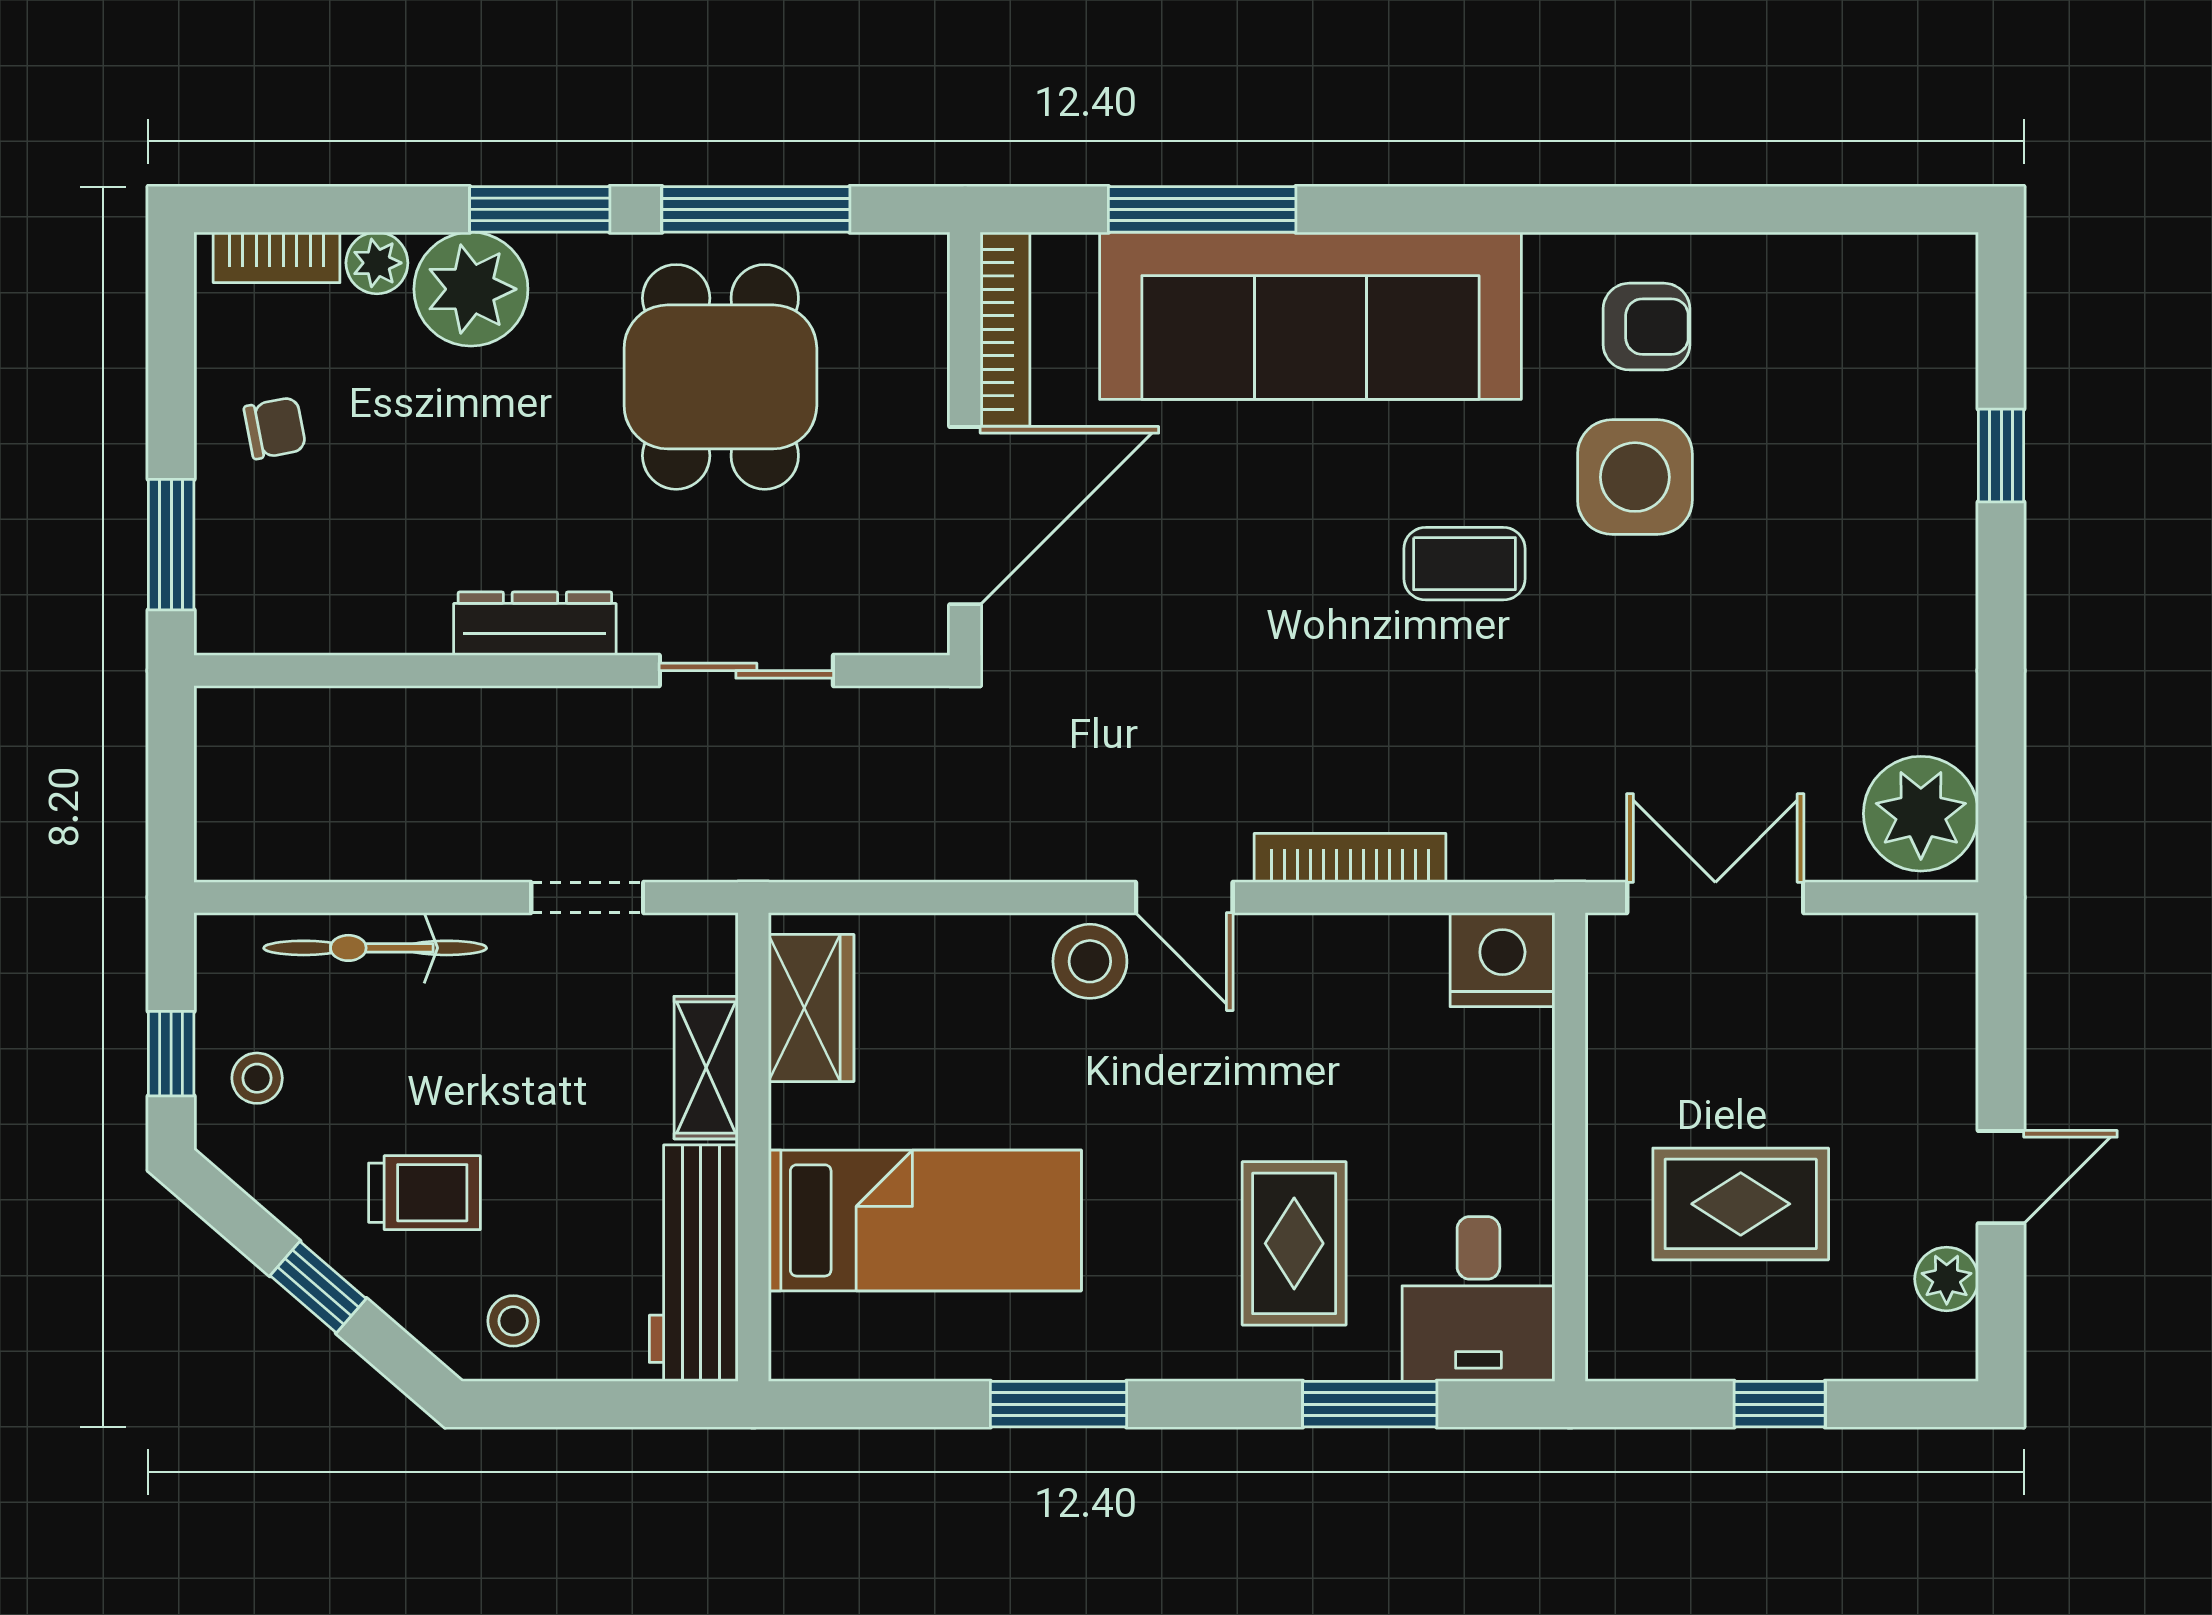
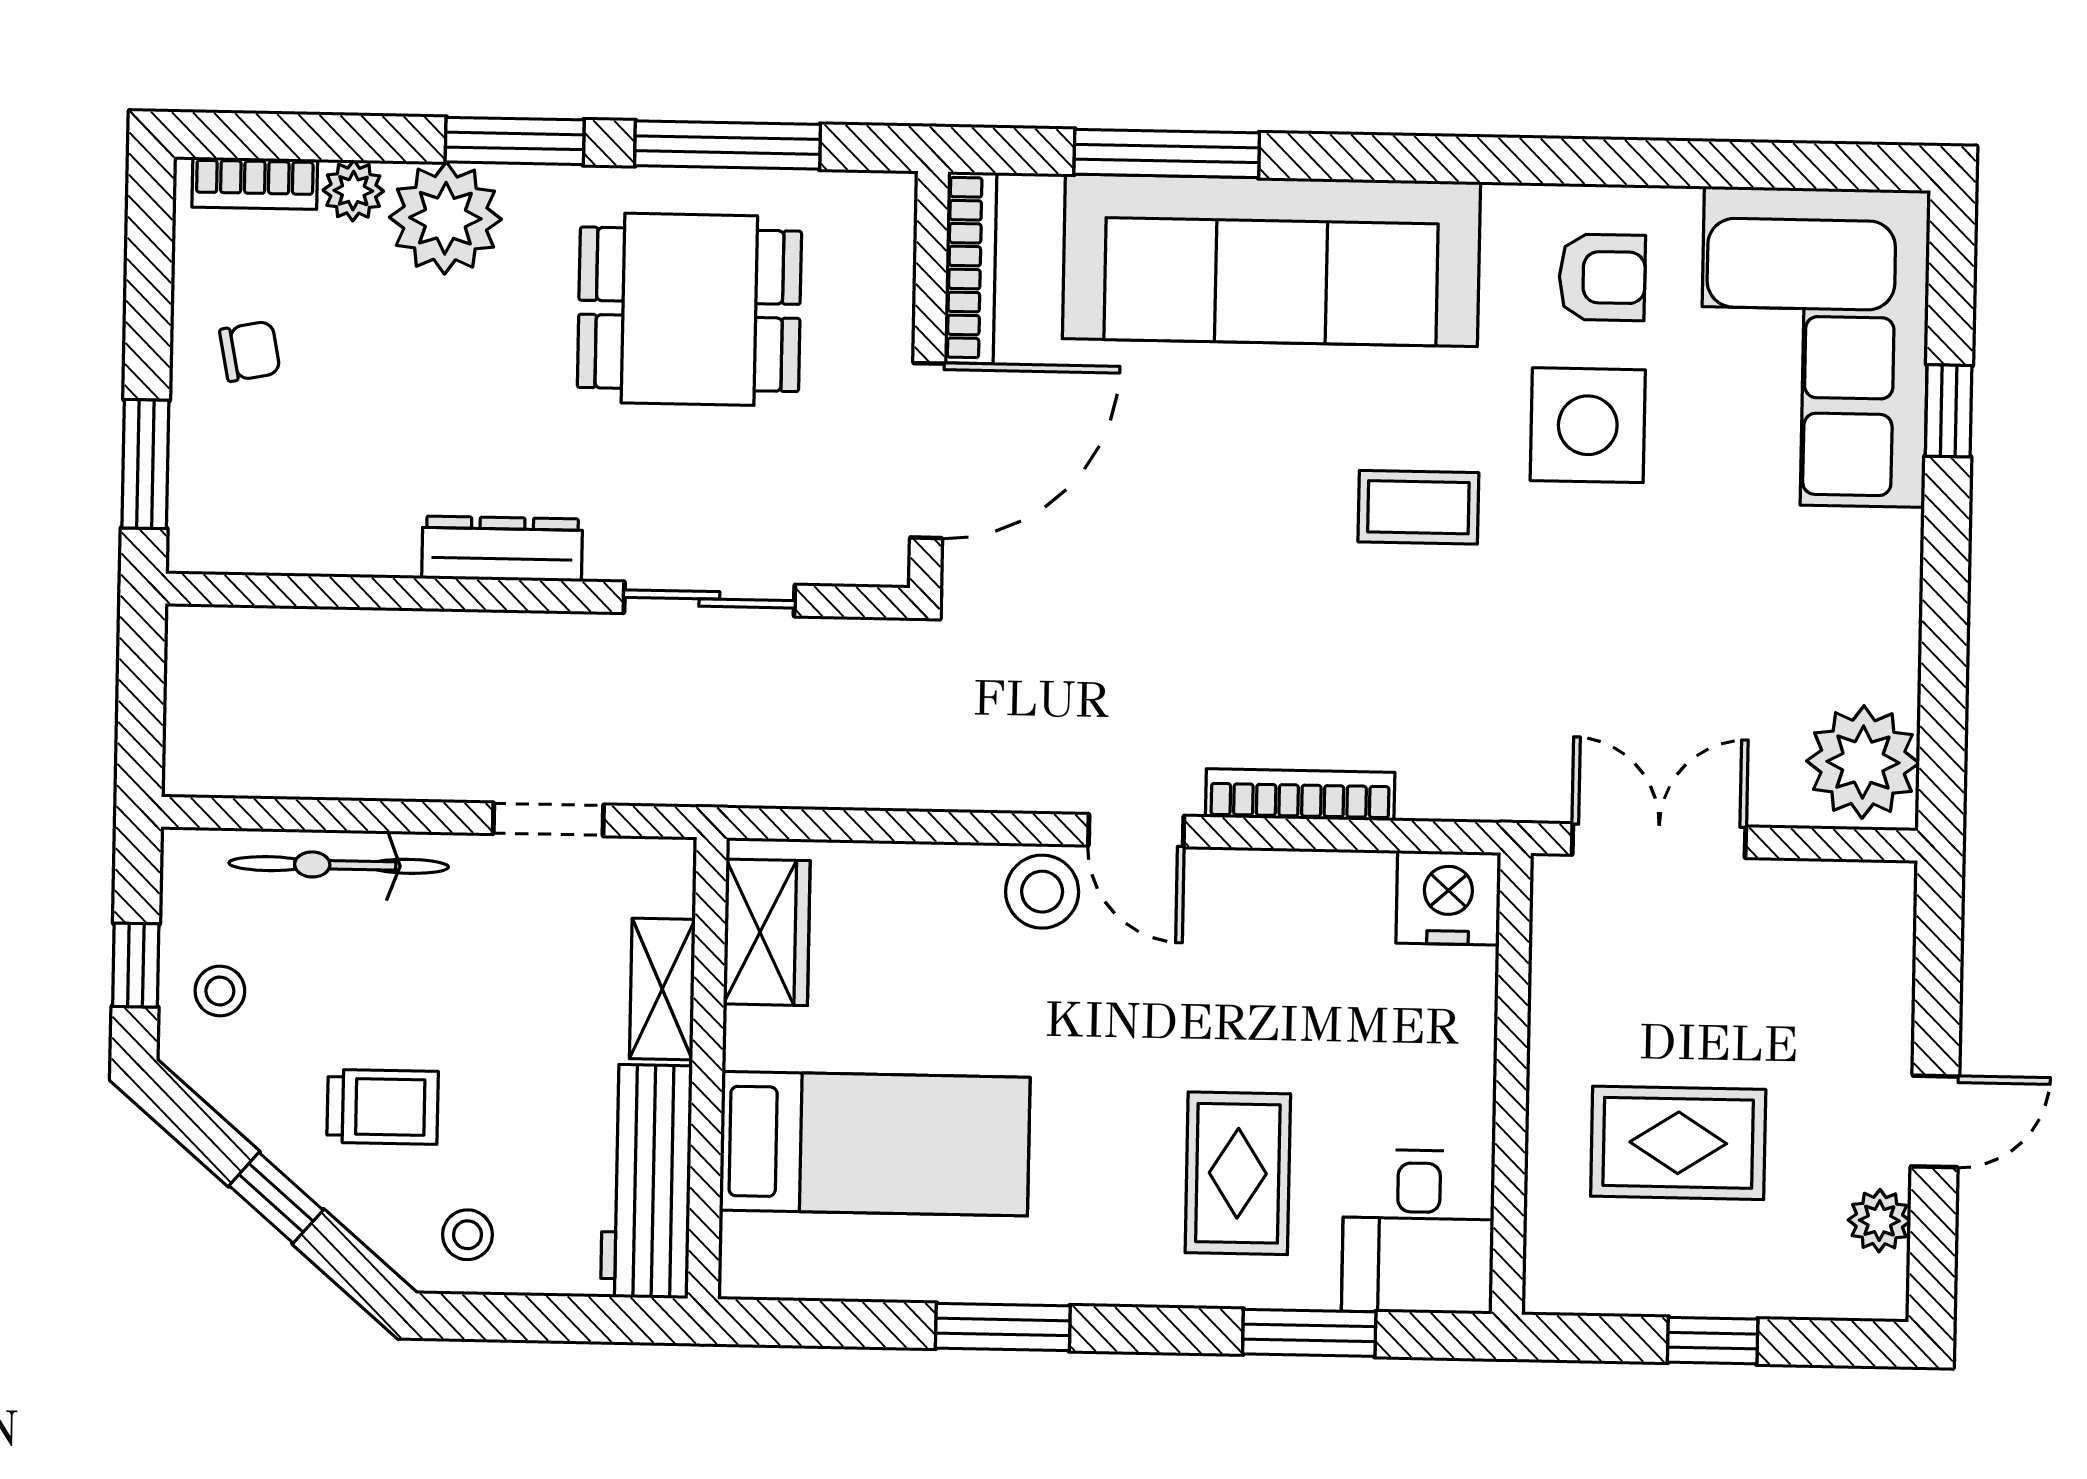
dining table: (720, 377) -> (689, 309), turned 90
corner sofa: (1863, 393) -> (1814, 347), added

